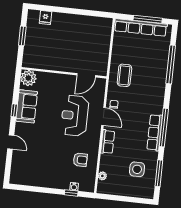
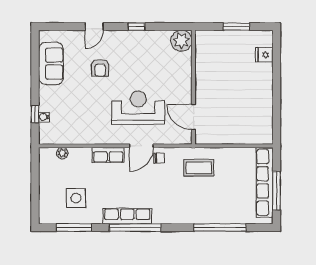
sofa: (27, 106) -> (51, 64), moved, turned -90
armchair: (80, 160) -> (100, 68), moved

